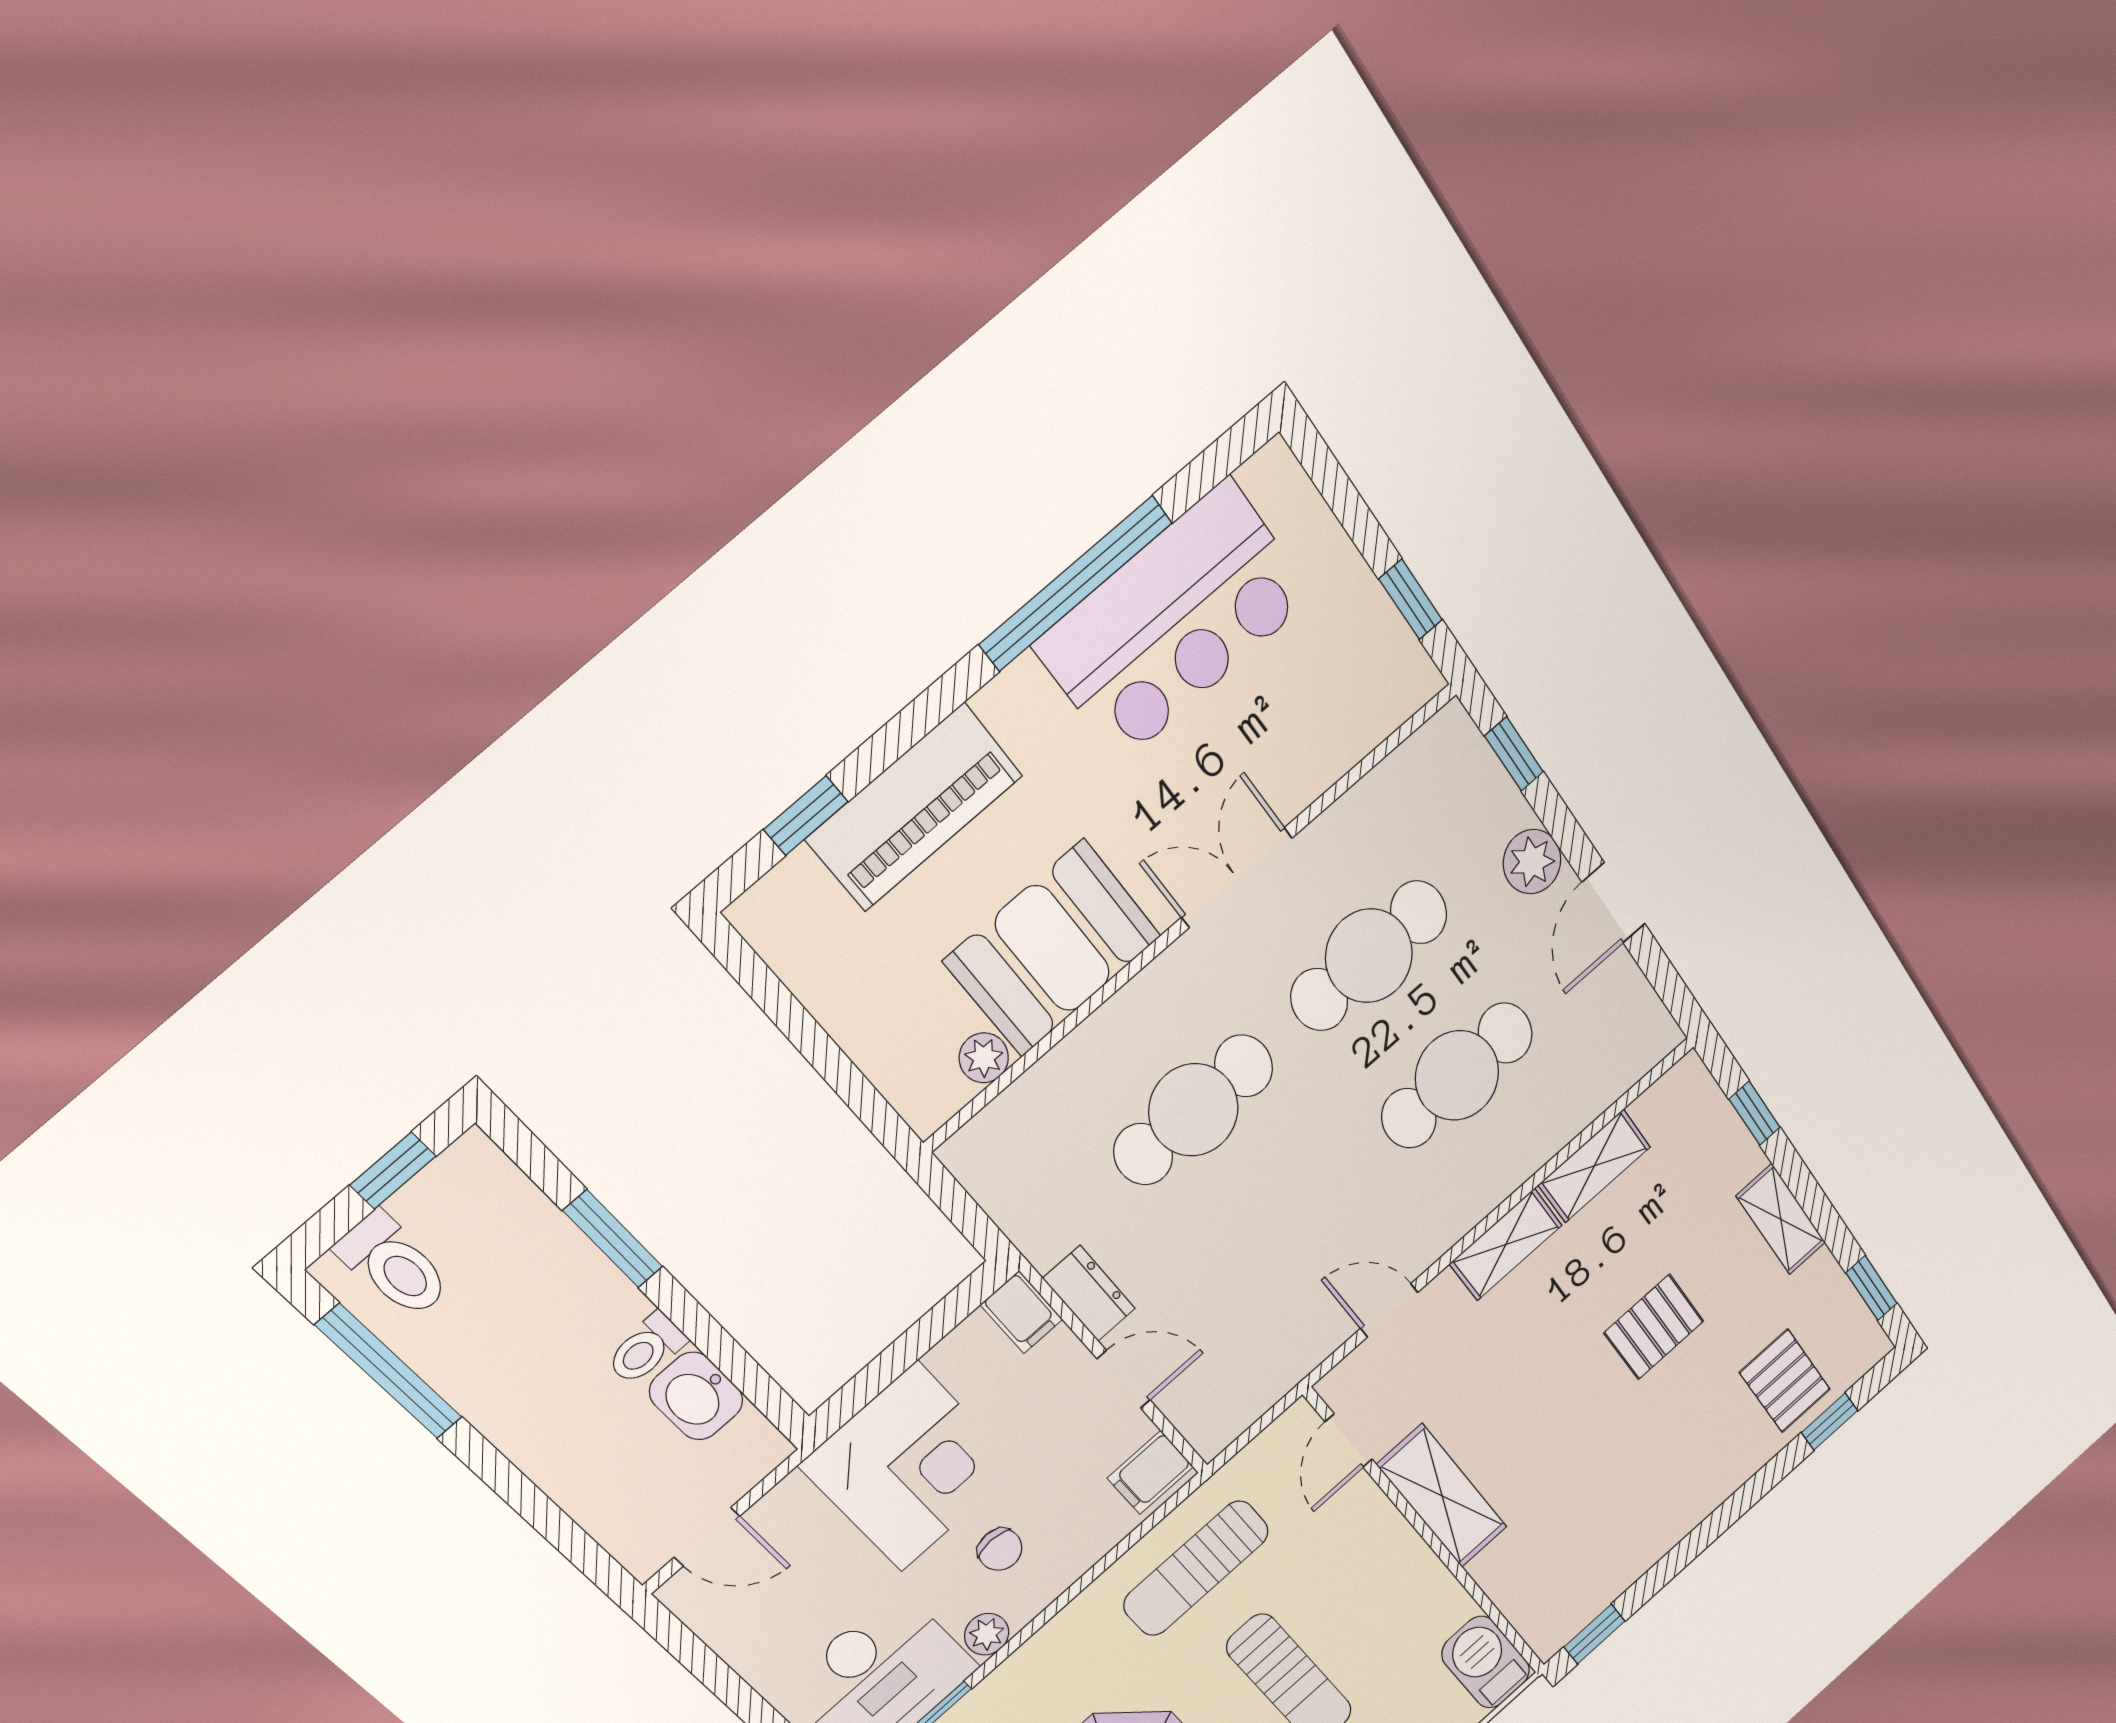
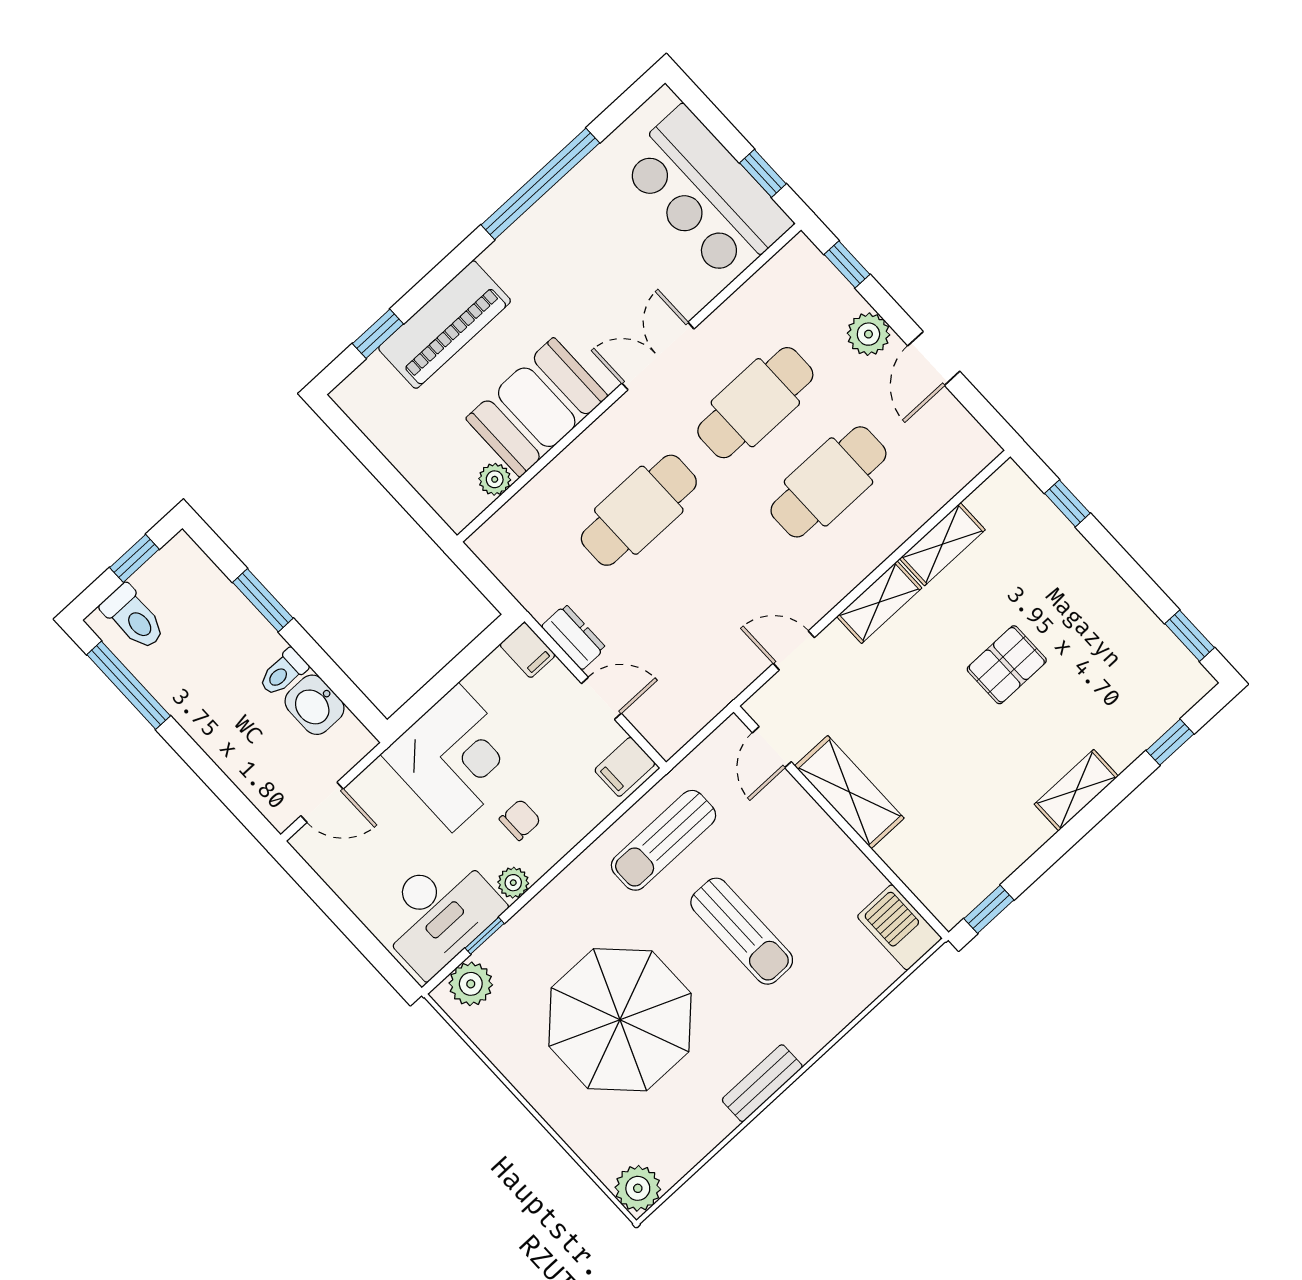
bar counter: (1175, 621) -> (705, 194), moved, turned 90
shelving: (1781, 1219) -> (1076, 790), moved, turned 90
pallet: (1785, 1381) -> (1125, 709), removed
chair: (1000, 1549) -> (520, 820), turned -90

